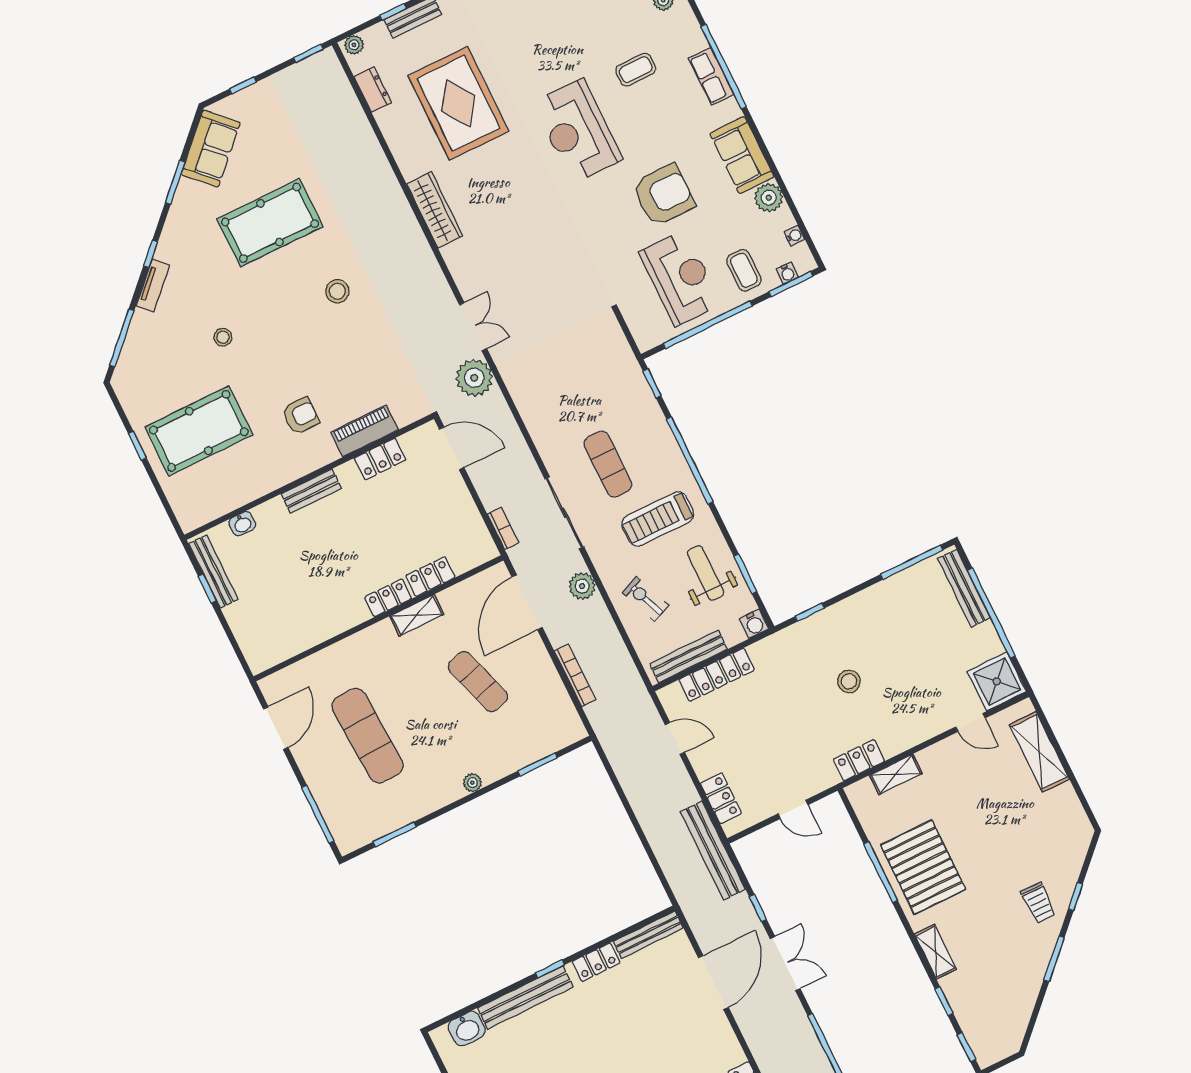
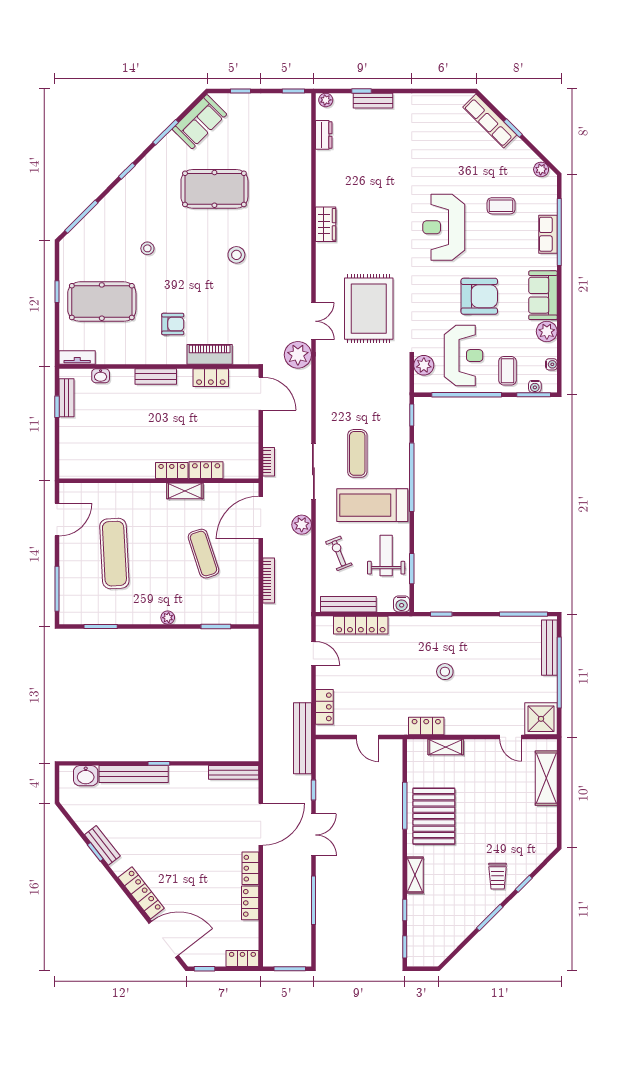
rug: (458, 103) -> (369, 309), moved
wardrobe: (435, 210) -> (326, 224), width x0.67
tv unit: (153, 285) -> (77, 358), moved, turned -135
plant: (637, 314) -> (424, 365), added
treadmill: (658, 519) -> (372, 505), width x1.37, depth x1.38
bench: (213, 572) -> (67, 398), width x0.73
locker: (596, 962) -> (250, 868), moved, turned 90

